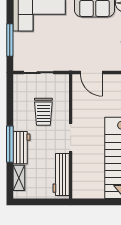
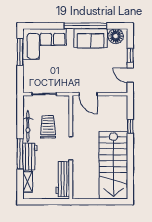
window: (10, 40) -> (20, 52), moved
bicycle: (19, 111) -> (28, 126), added
trolley: (43, 112) -> (48, 127), turned 180

